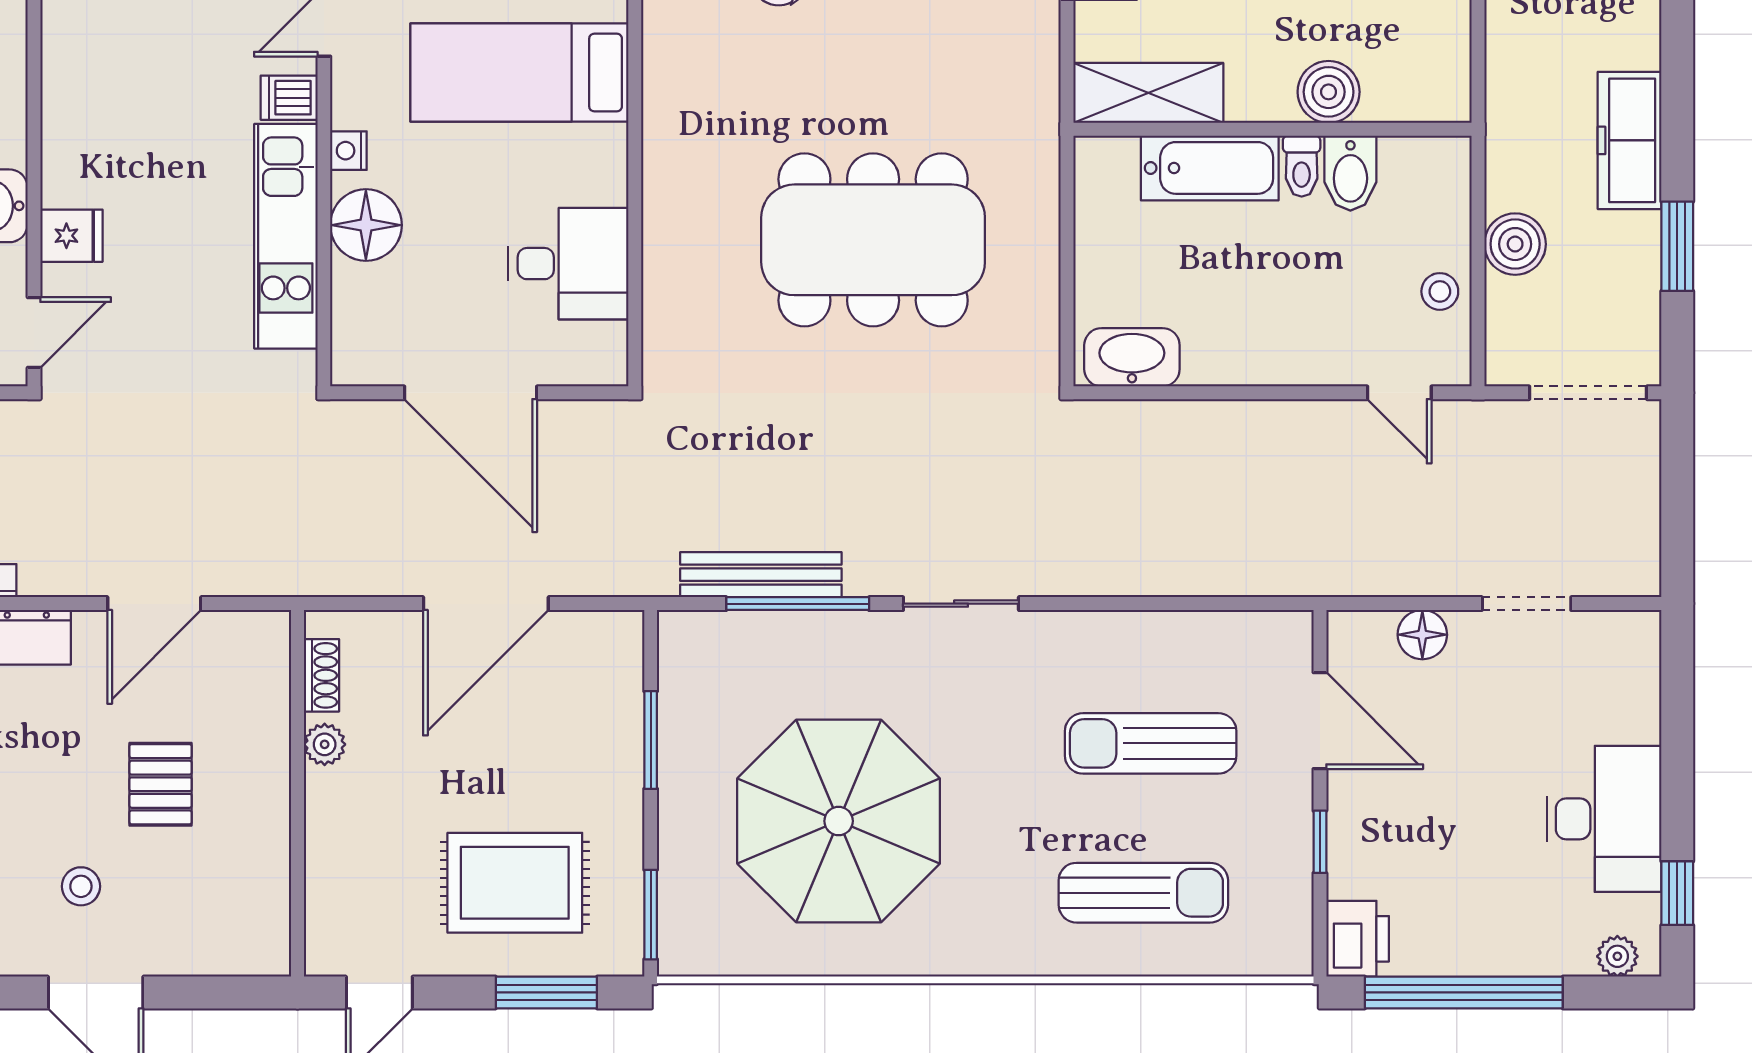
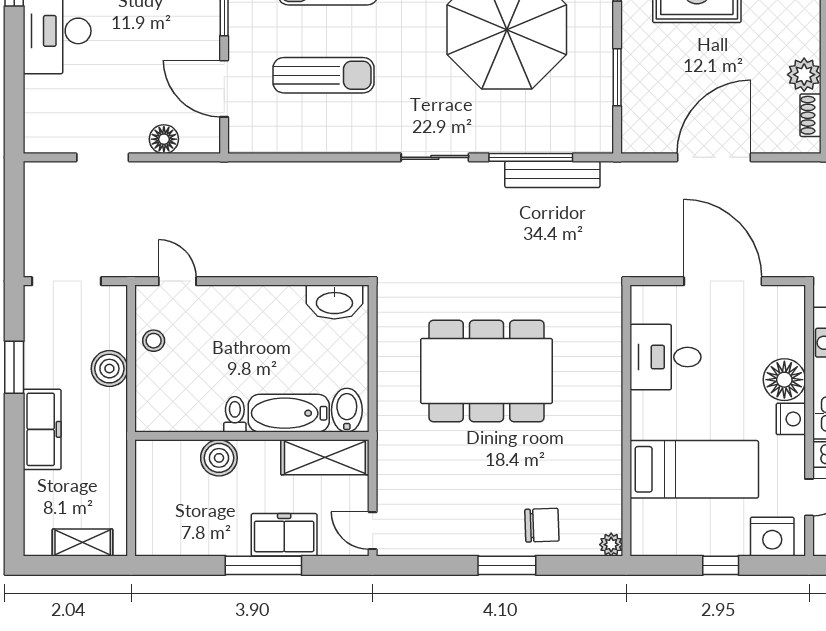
nightstand: (348, 151) -> (791, 419), width x1.39, depth x1.35
bidet: (1350, 173) -> (347, 410), moved
plant: (325, 744) -> (804, 75), width x1.38, depth x1.38

